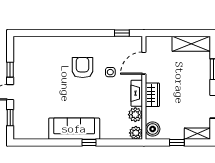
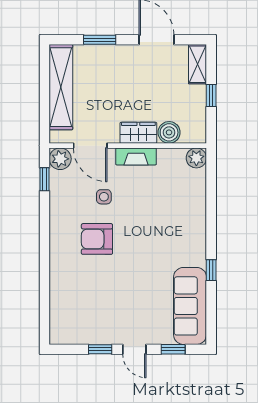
shelving: (191, 44) -> (61, 87), width x1.47
plant: (135, 115) -> (60, 159), moved
sofa: (74, 129) -> (190, 306), moved
boiler: (153, 129) -> (169, 132), moved
window: (89, 143) -> (211, 270), moved

